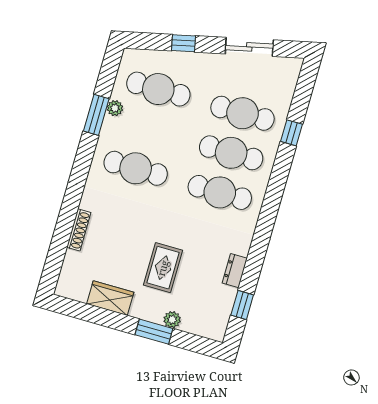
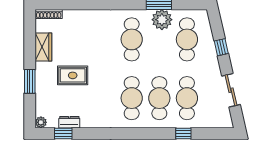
plant: (115, 108) -> (162, 20), width x1.87, depth x1.87
shoe rack: (79, 230) -> (49, 14), moved
dresser: (235, 271) -> (69, 122), moved
plant: (172, 320) -> (41, 122), moved

